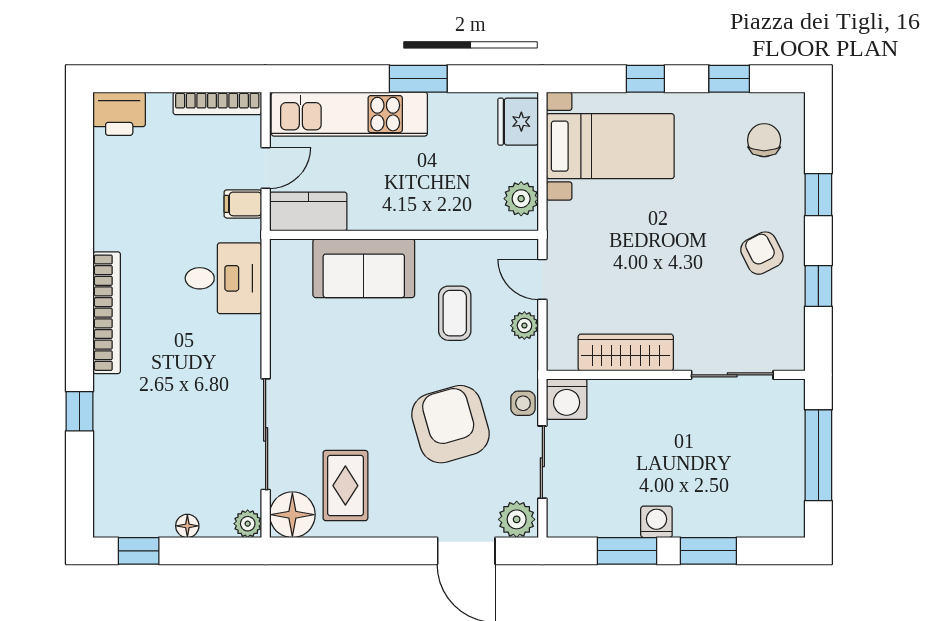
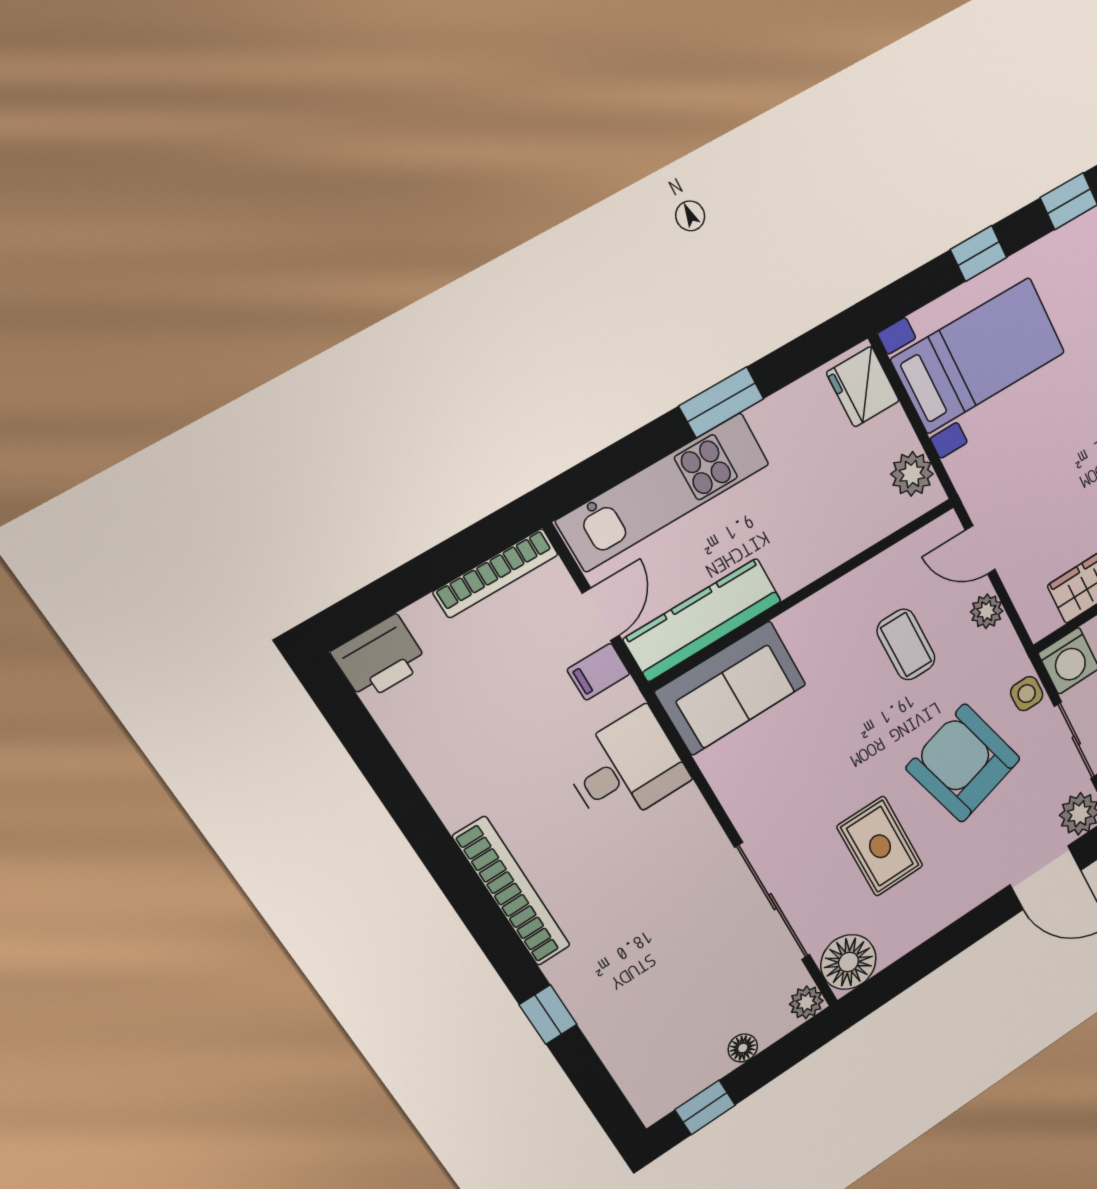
kitchen counter: (308, 211) -> (703, 620), width x1.50
sofa: (364, 268) -> (731, 688), moved
rug: (345, 486) -> (880, 846), moved

